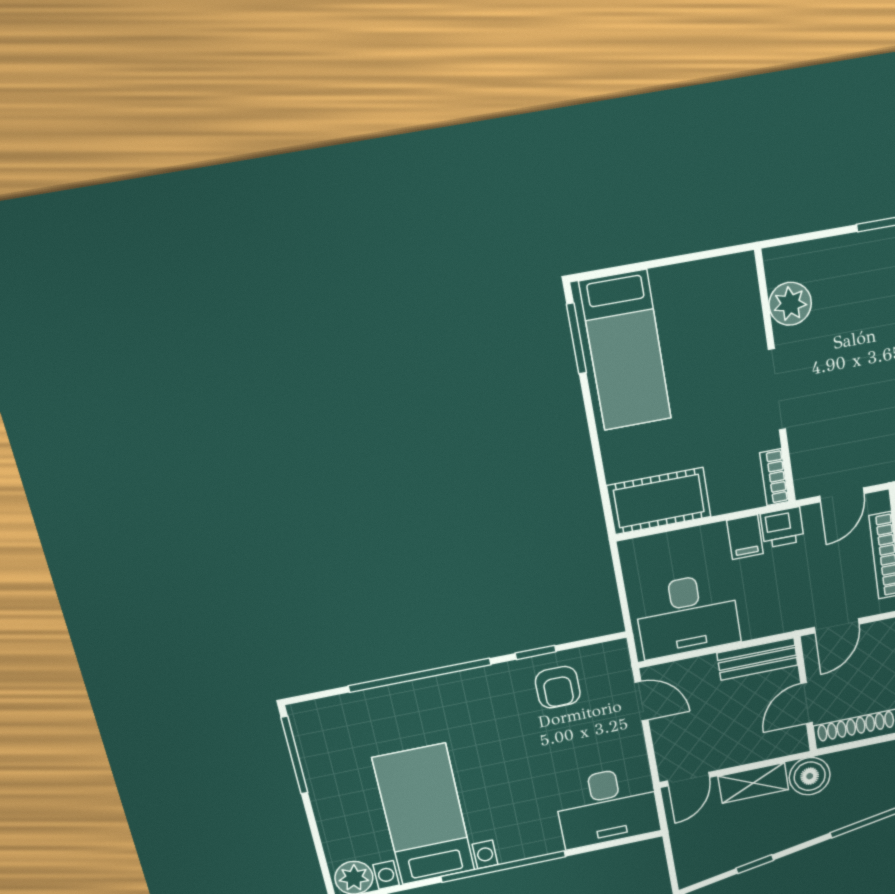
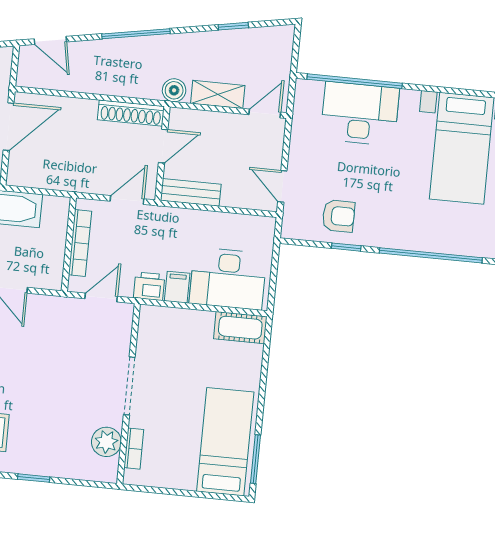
bookcase: (774, 477) -> (134, 449), moved
cot: (659, 501) -> (240, 328), width x0.73, depth x0.75
desk: (687, 615) -> (228, 279), moved, turned 180
armchair: (558, 687) -> (339, 216), turned 90
boiler: (810, 776) -> (174, 90), width x0.73, depth x0.73
desk: (607, 807) -> (360, 114), moved
window: (503, 867) -> (355, 81), moved

